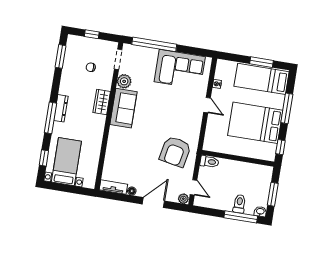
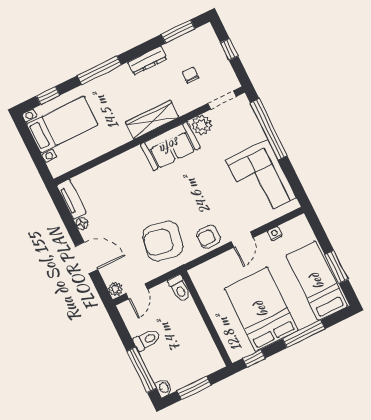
wardrobe: (102, 102) -> (152, 120), width x1.50
dresser: (61, 108) -> (147, 61), moved
armchair: (191, 123) -> (208, 237), added
toilet: (239, 204) -> (147, 340), moved

